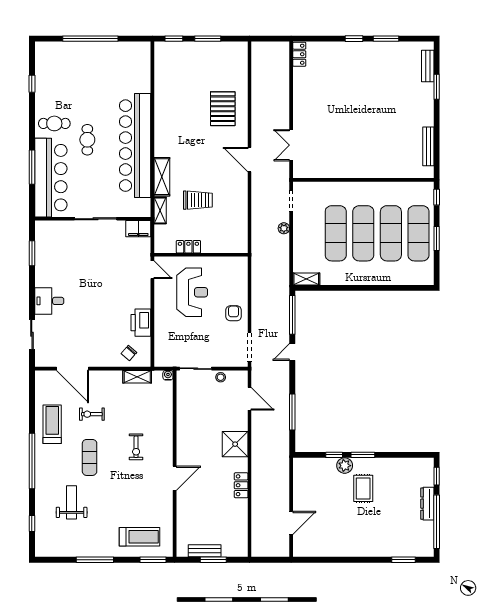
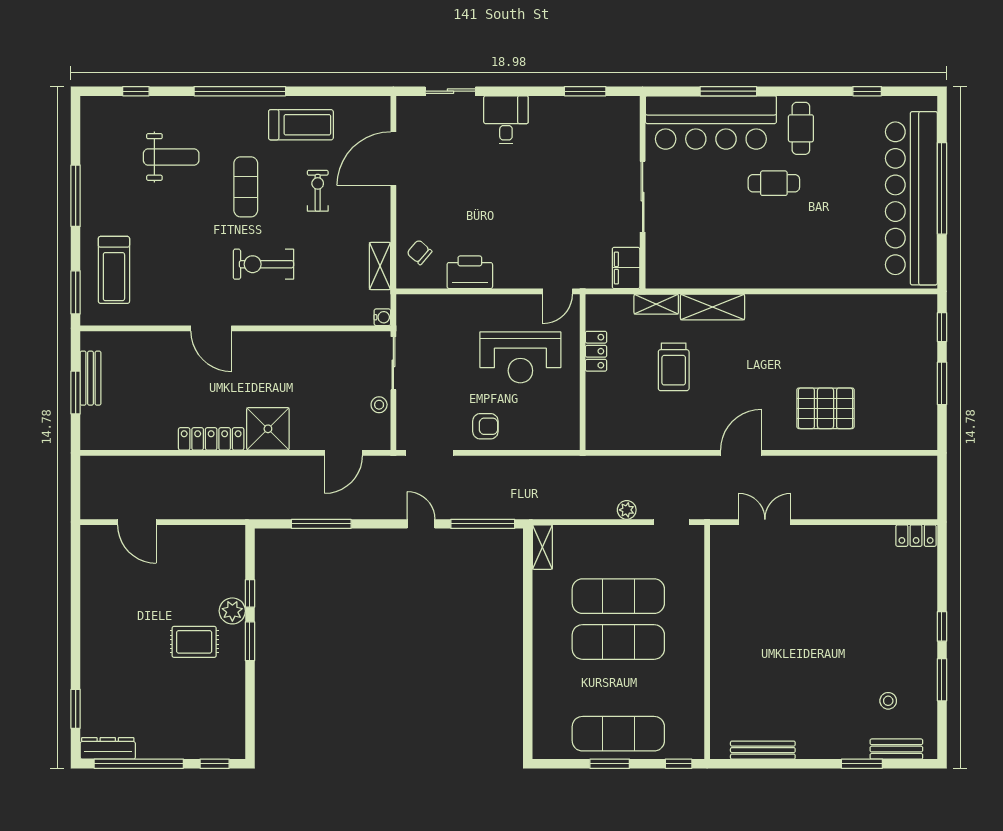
stool: (399, 71) -> (888, 701), added
bar counter: (135, 146) -> (911, 198), moved, turned -90
exercise mat: (391, 233) -> (618, 688), removed
exercise bike: (136, 447) -> (263, 264), width x1.38, depth x1.39
exercise mat: (90, 457) -> (246, 187), turned 90
locker: (241, 485) -> (211, 439), width x1.53
dresser: (427, 504) -> (108, 748), moved

